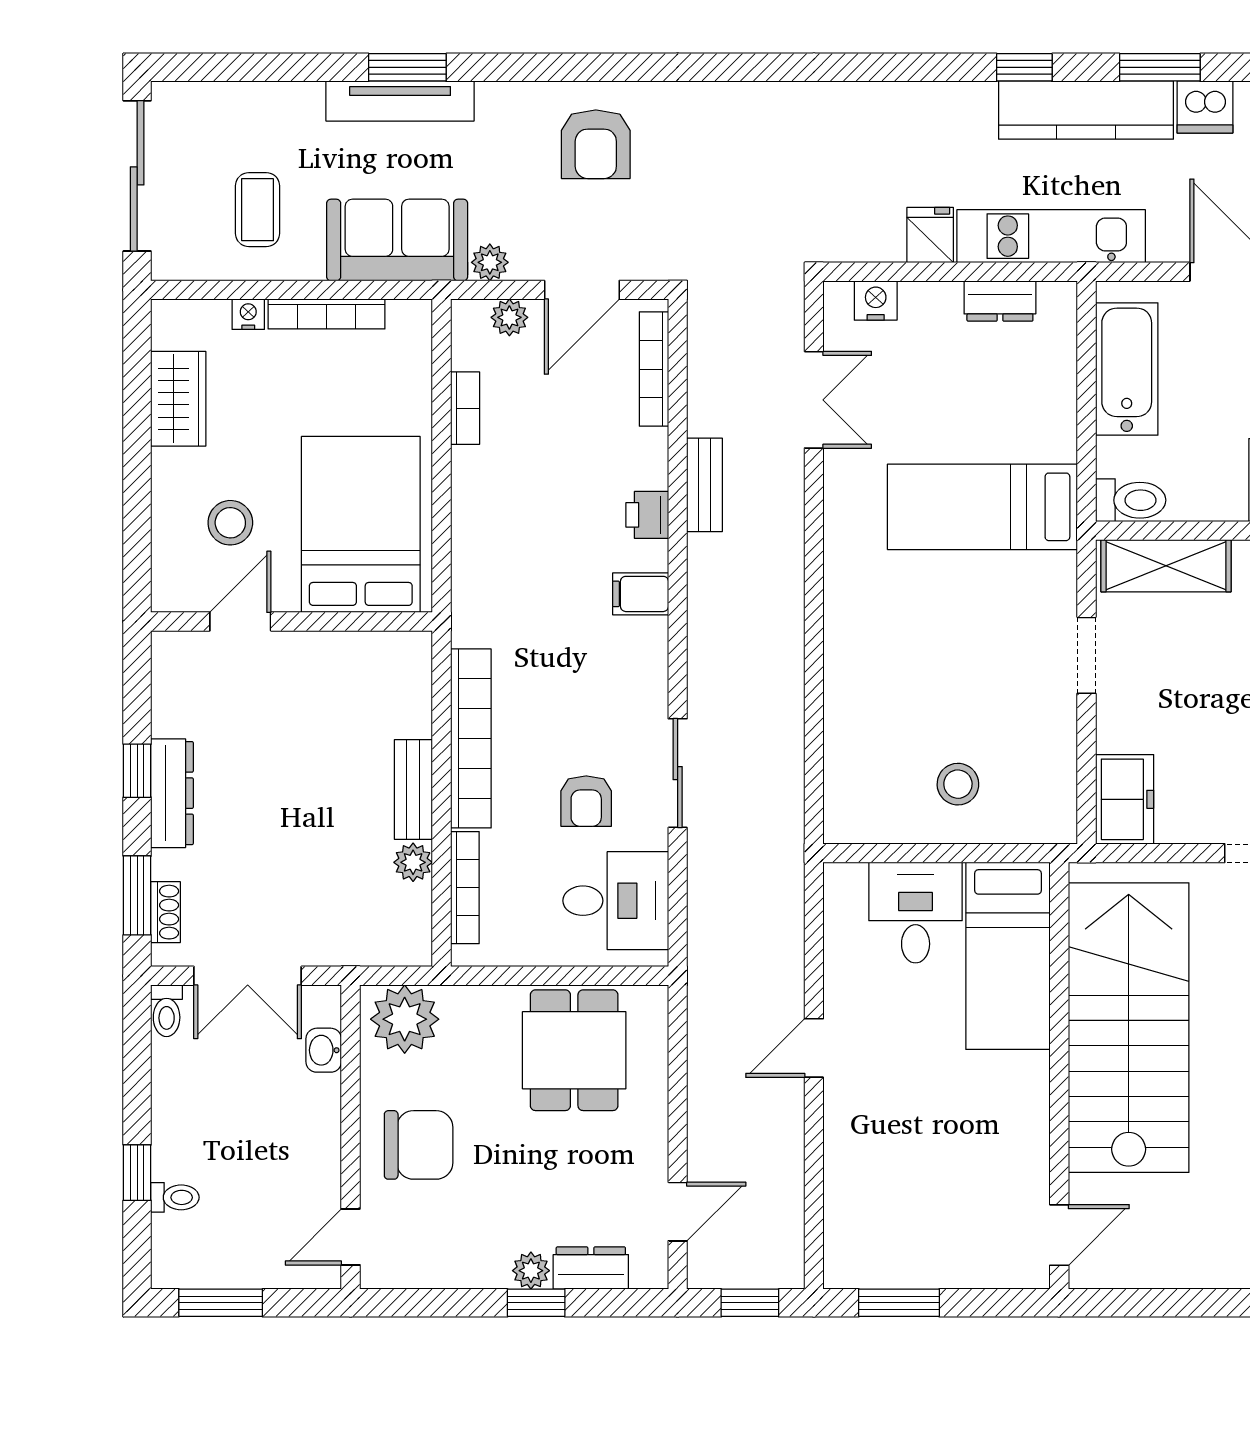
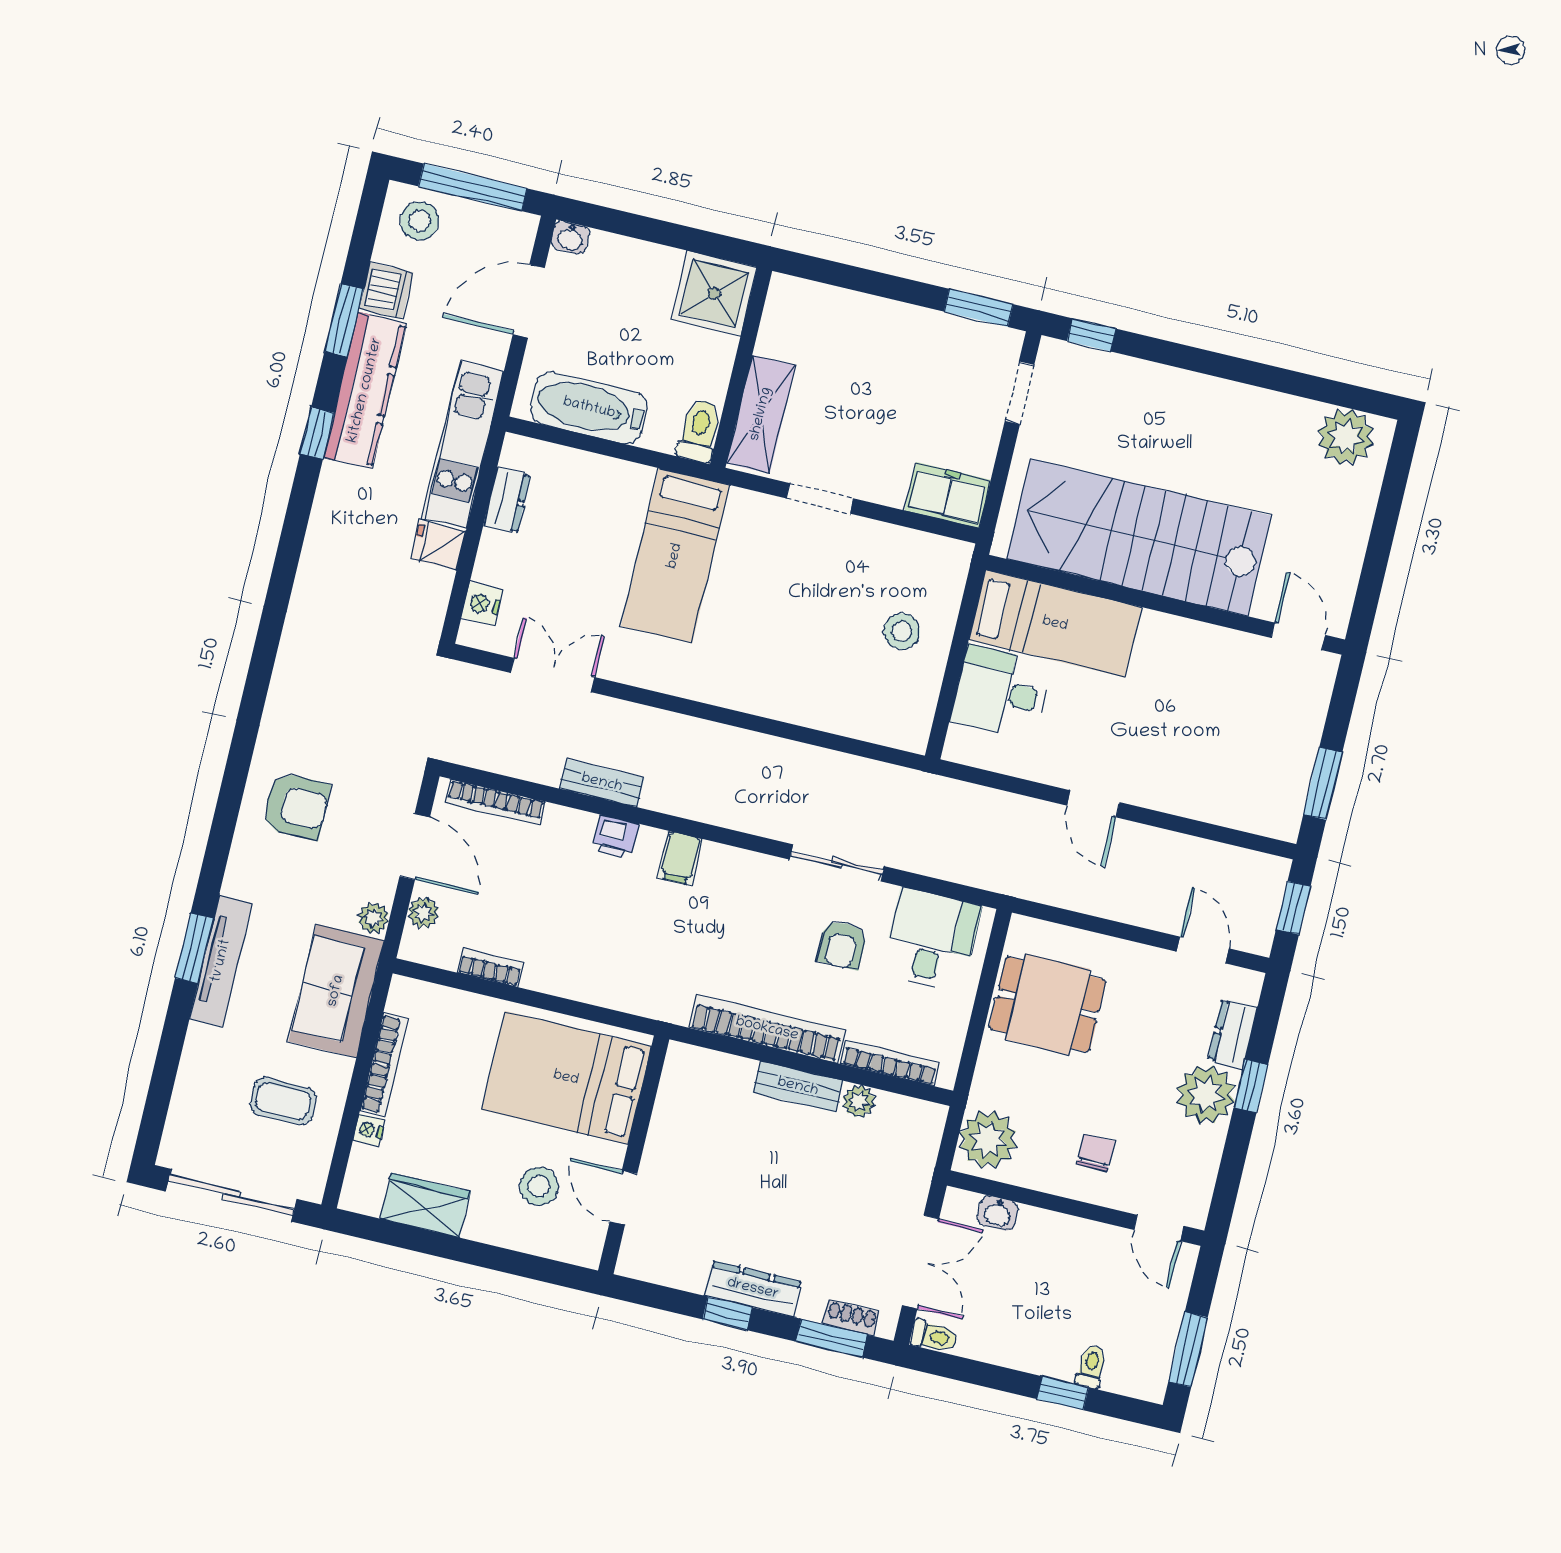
armchair: (586, 801) -> (842, 945), turned 90
chair: (419, 1145) -> (1096, 1153), width x0.54, depth x0.54
plant: (531, 1271) -> (1206, 1095), width x1.87, depth x1.87

